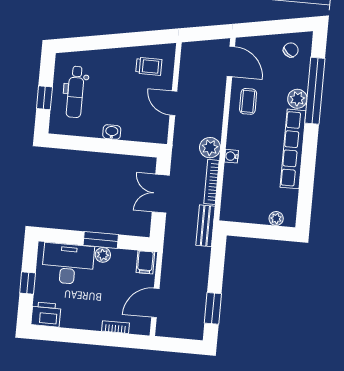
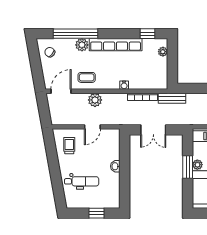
dental chair: (75, 92) -> (82, 181), moved
plant: (210, 148) -> (95, 100), moved
window: (305, 198) -> (147, 34), added

